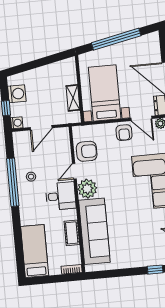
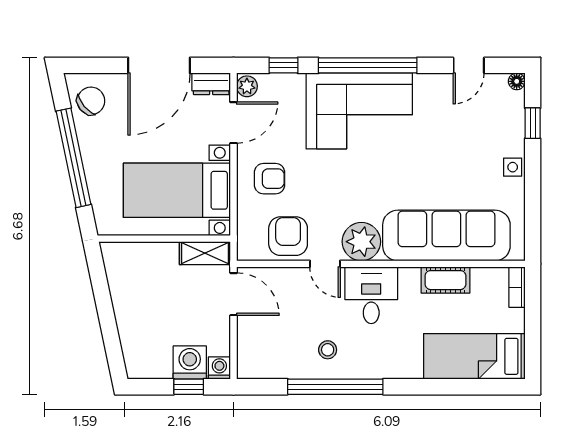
chair: (146, 45) -> (91, 101), added
washing machine: (17, 94) -> (190, 363), moved
shelving: (73, 98) -> (205, 253), moved
door: (41, 128) -> (233, 294), moved
armchair: (124, 133) -> (270, 179), moved
side table: (132, 262) -> (513, 167), added

